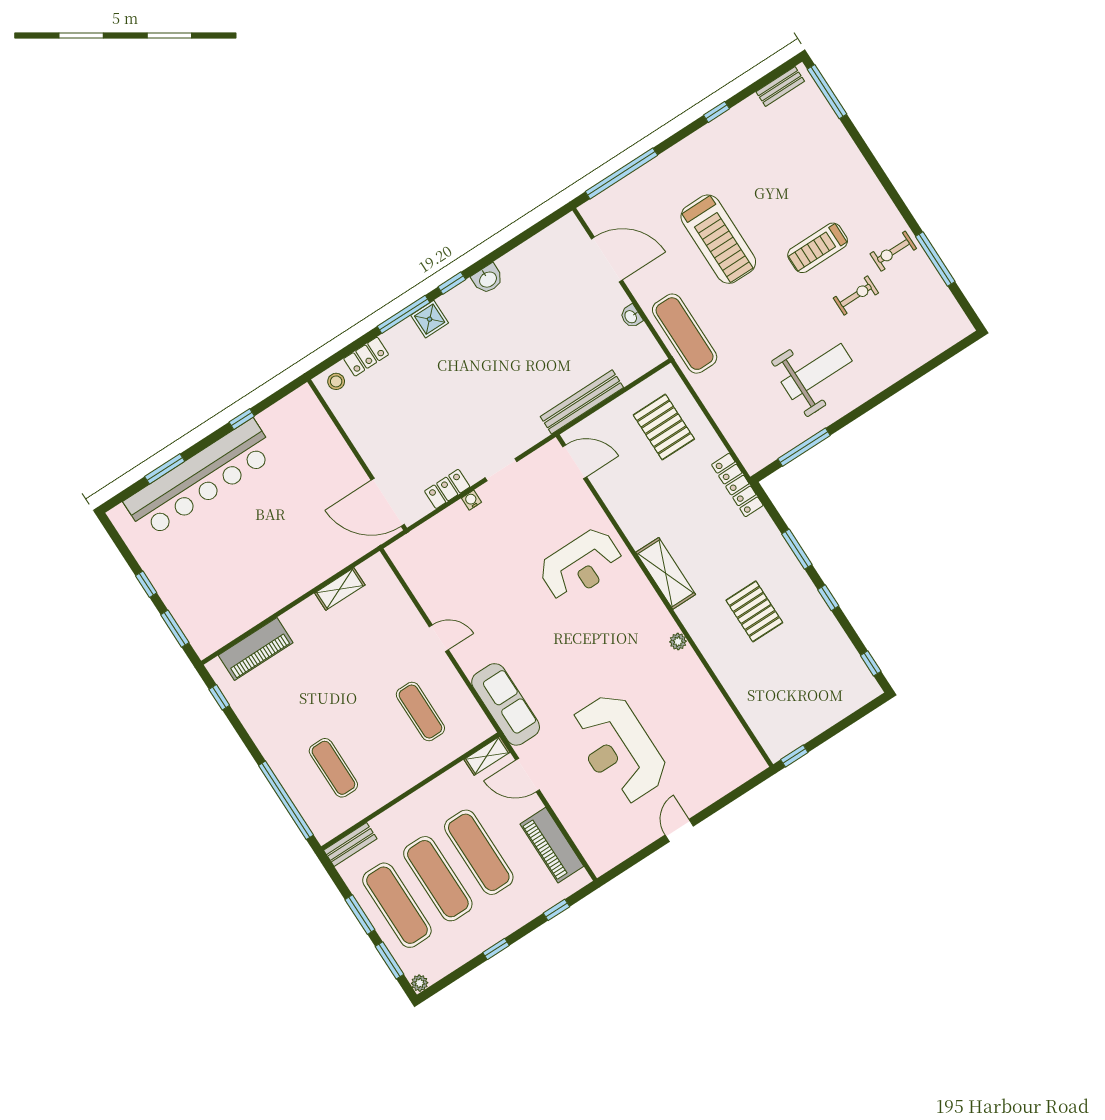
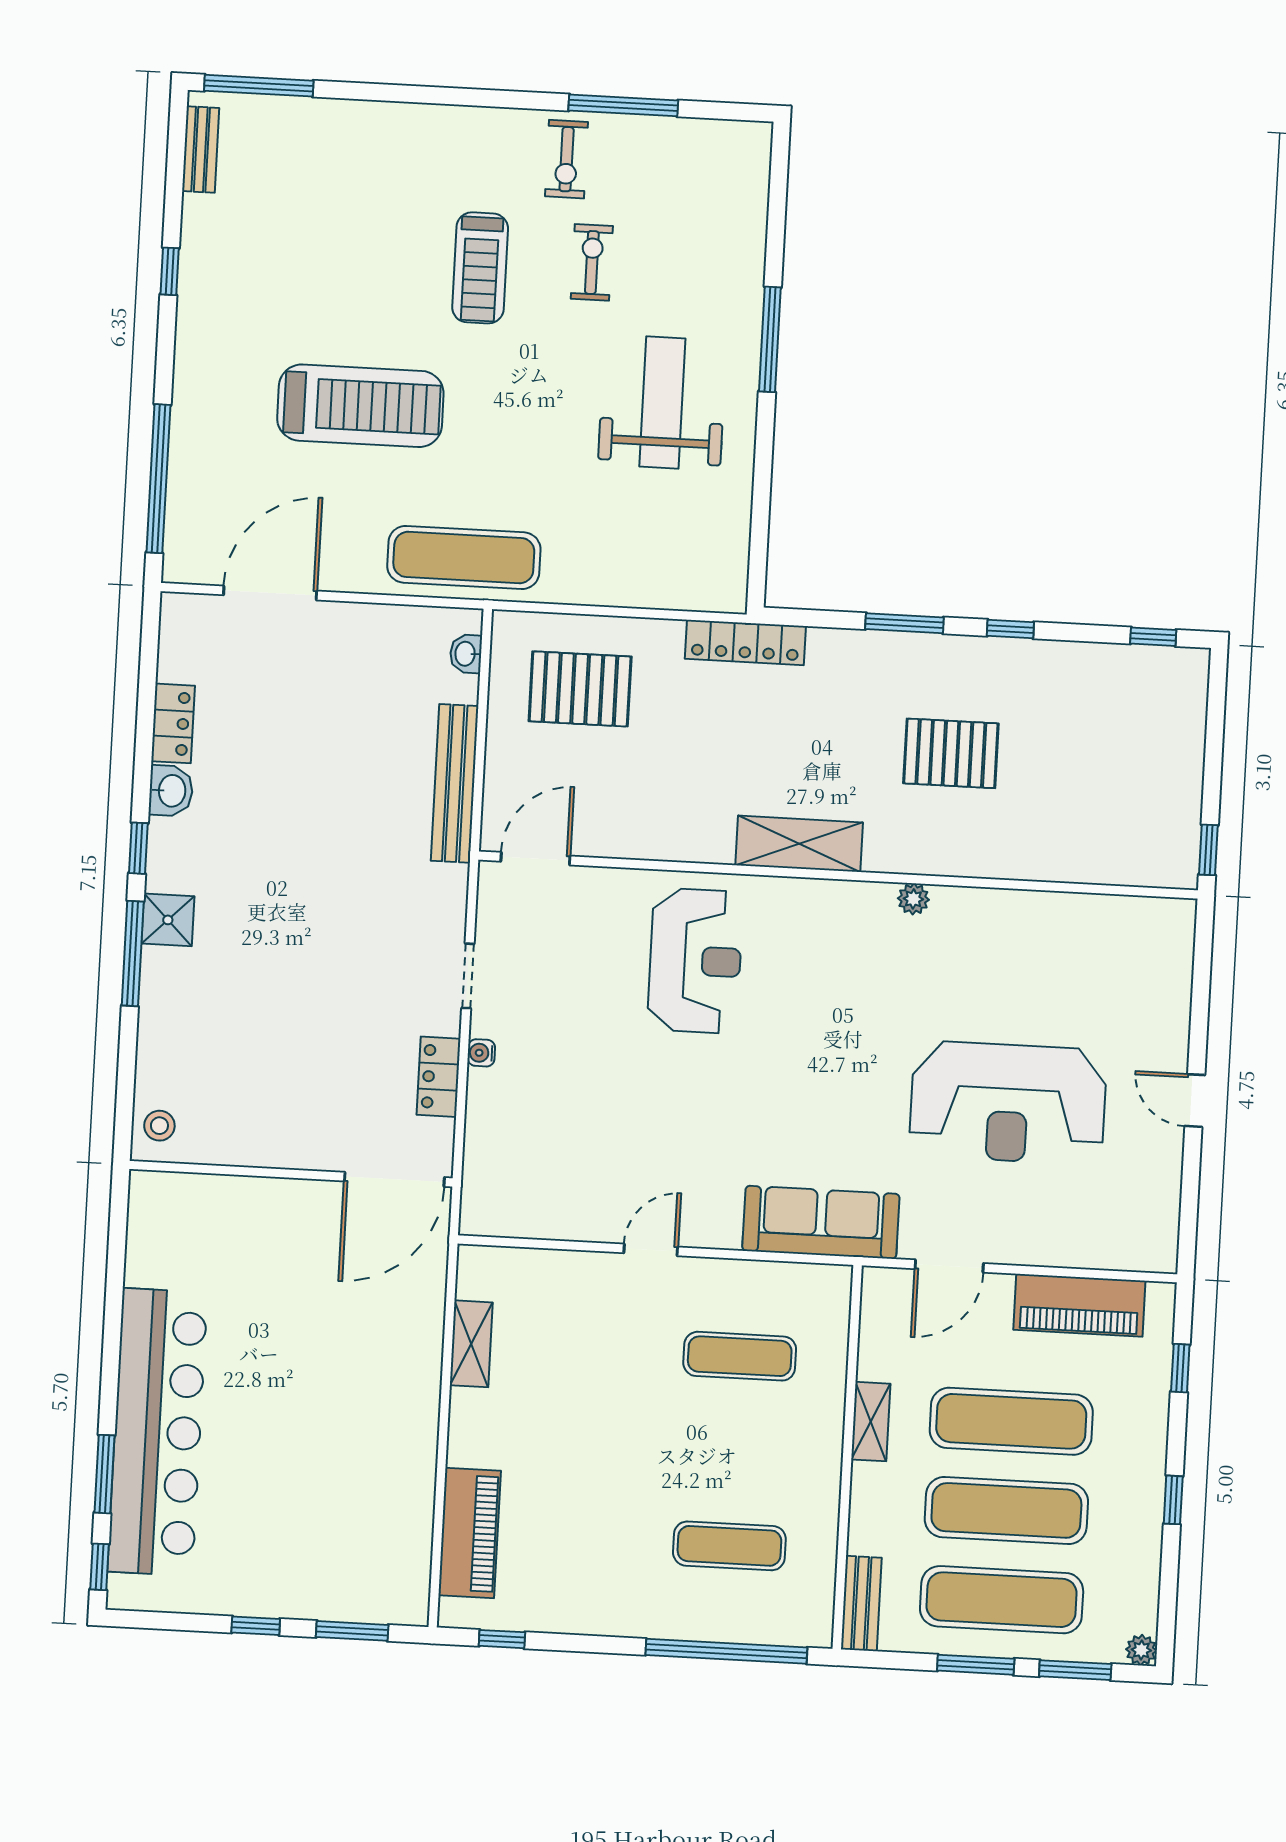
washbasin: (631, 316) -> (466, 654), moved, turned 90
locker: (366, 357) -> (173, 723), moved
window: (242, 419) -> (99, 1567), moved
window: (804, 447) -> (770, 339), moved
shelving: (487, 756) -> (871, 1422), moved

